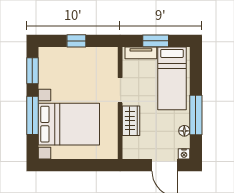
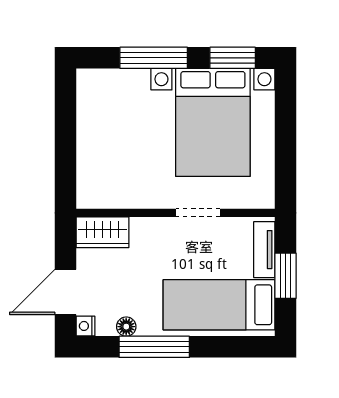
window: (76, 41) -> (286, 136), removed
wardrobe: (131, 121) -> (103, 232), moved
bed with nightstands: (69, 124) -> (213, 122), moved

